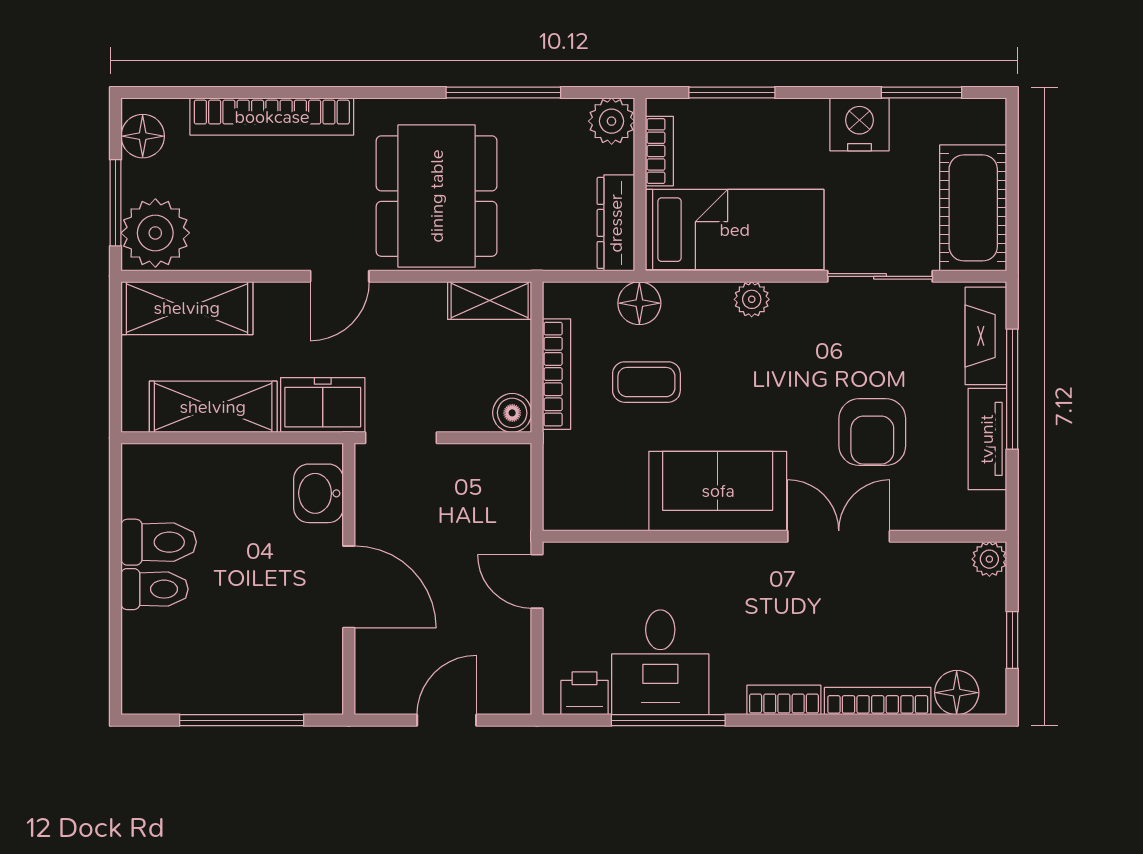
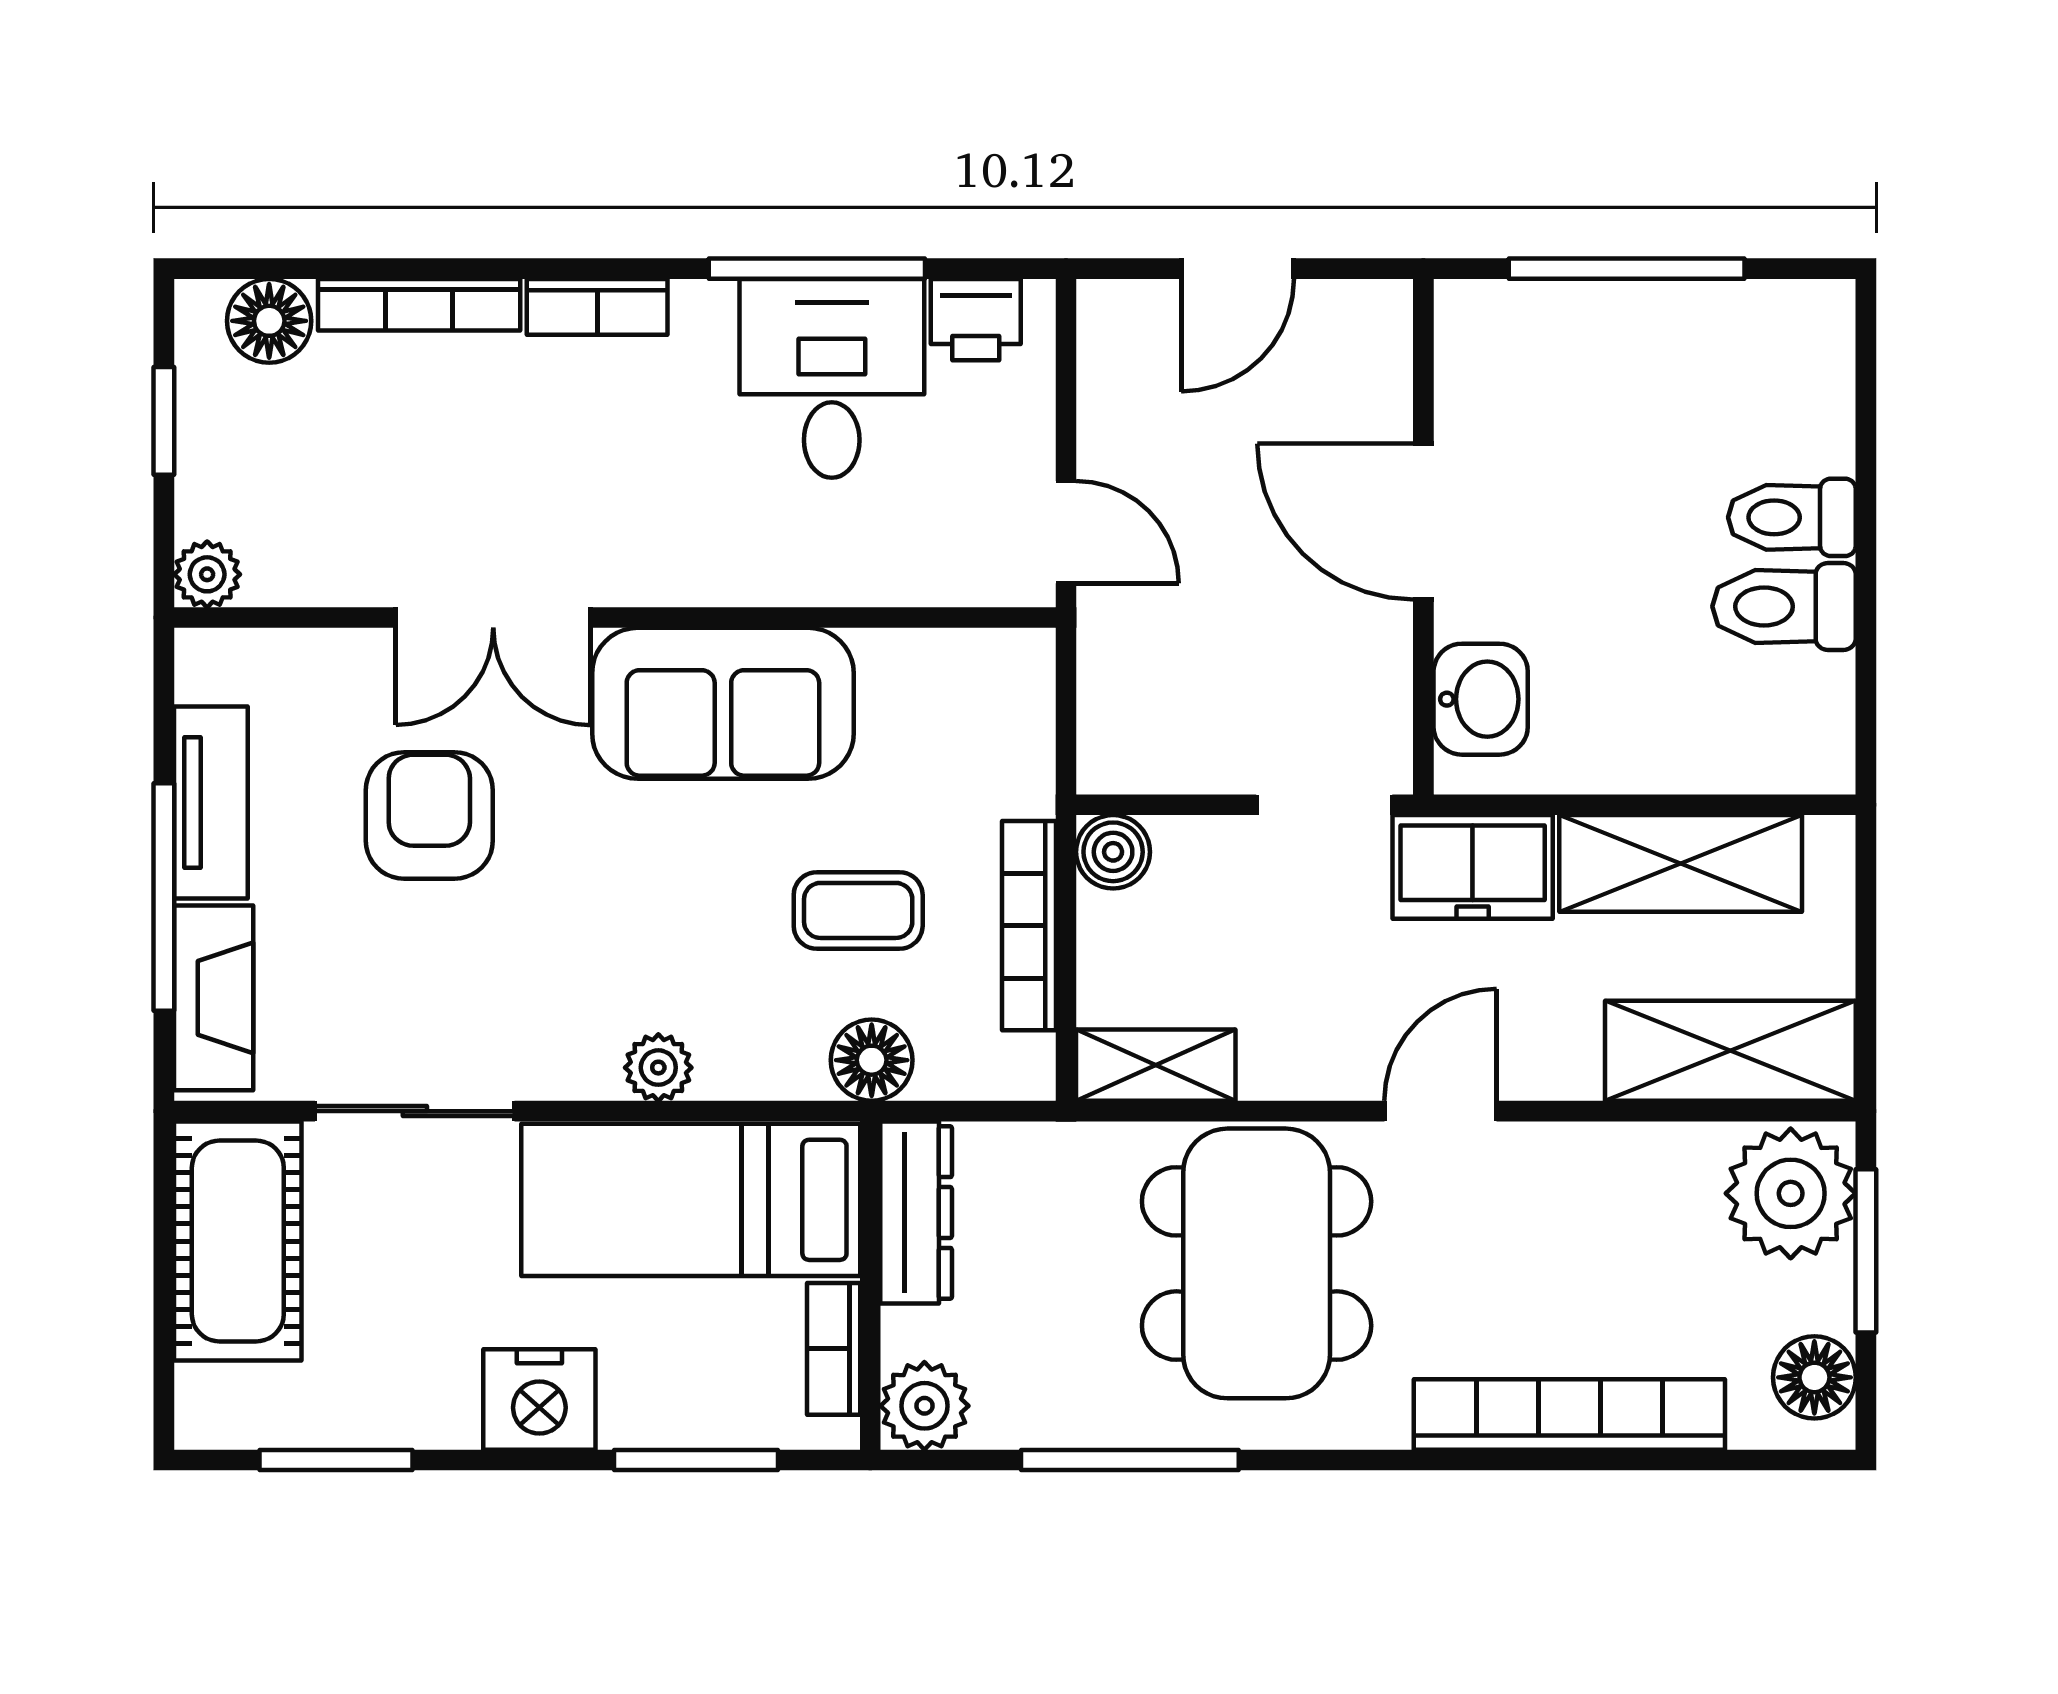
nightstand: (859, 124) -> (539, 1399), moved

